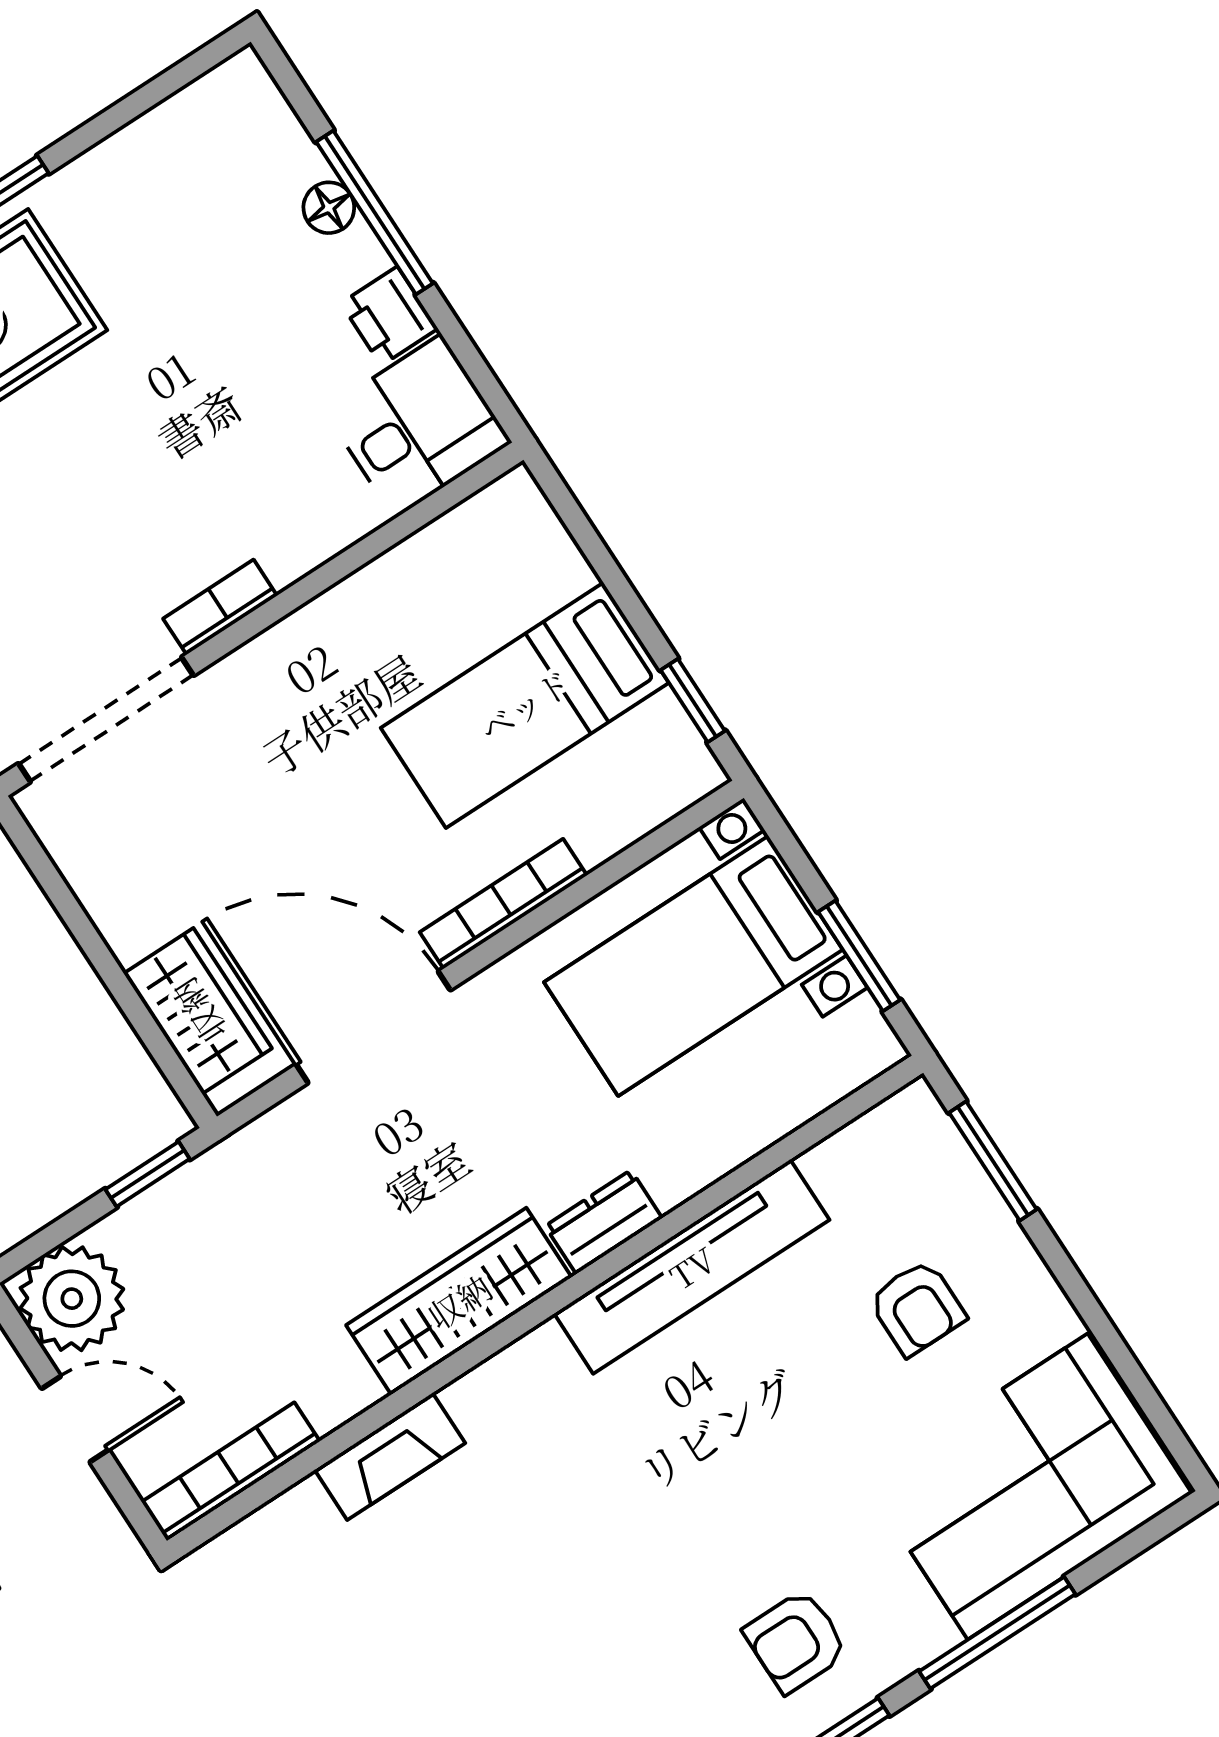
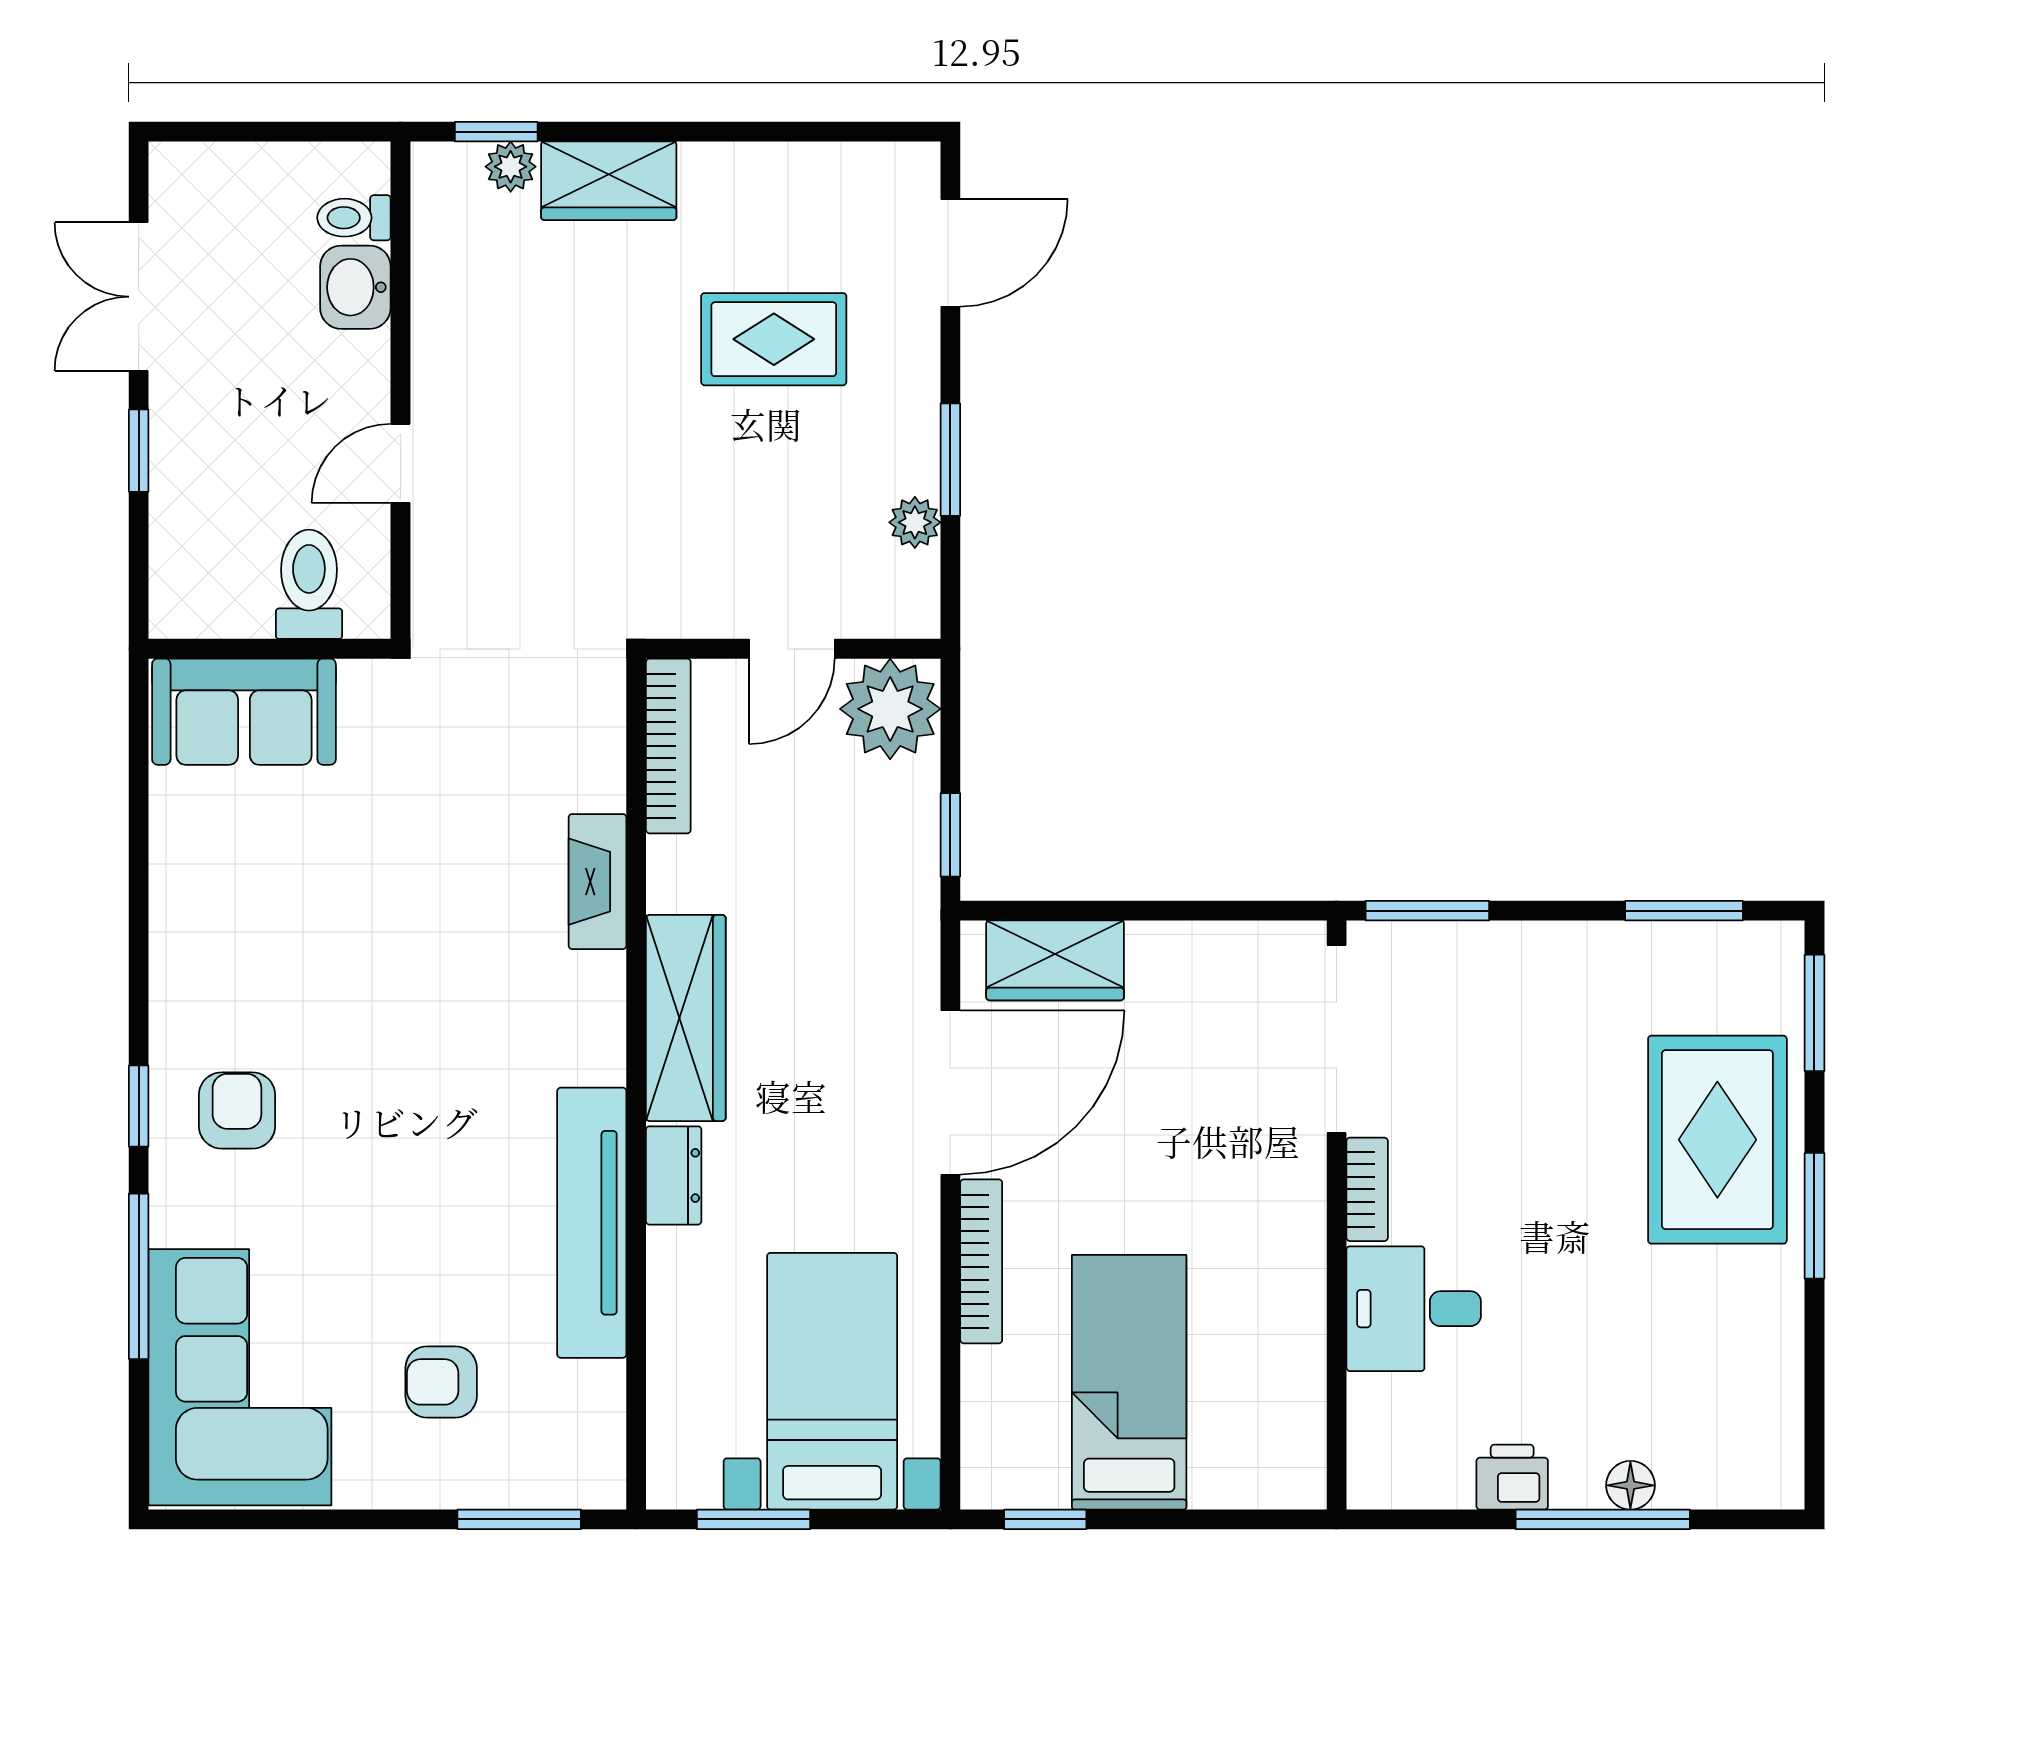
desk: (418, 426) -> (1414, 1309), moved, turned 90

